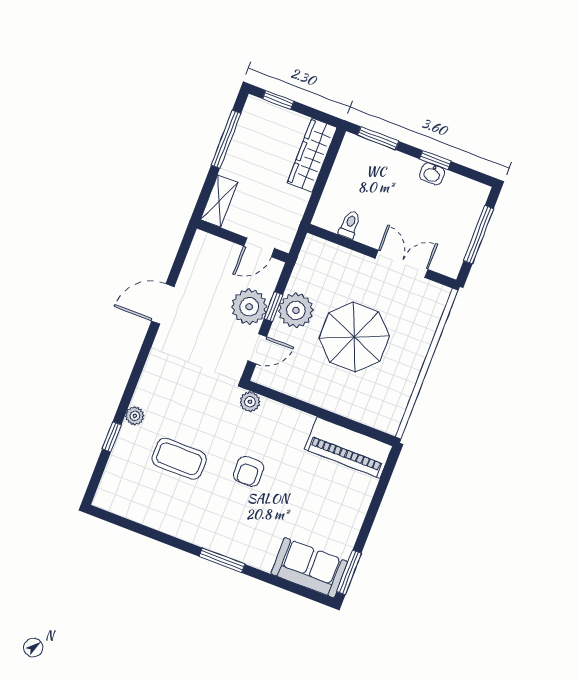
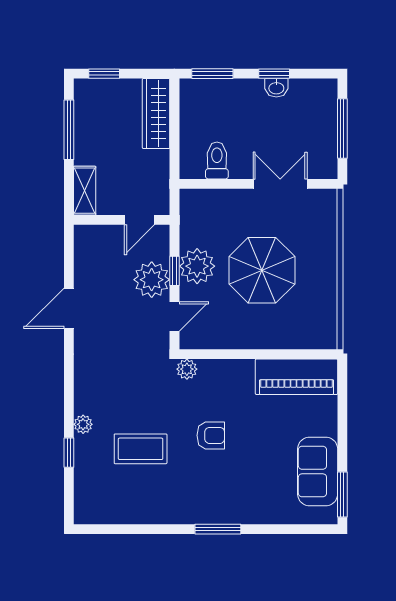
toilet: (350, 225) -> (217, 160), width x1.37, depth x1.39
armchair: (249, 471) -> (211, 435), turned -90
sofa: (309, 568) -> (318, 472), moved, turned -90

